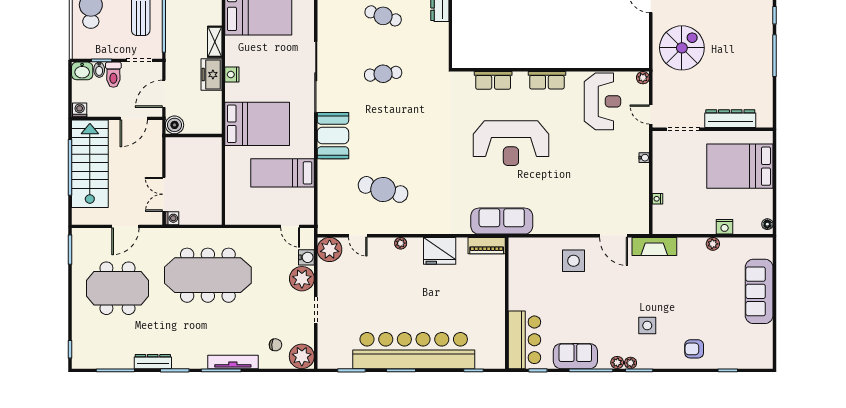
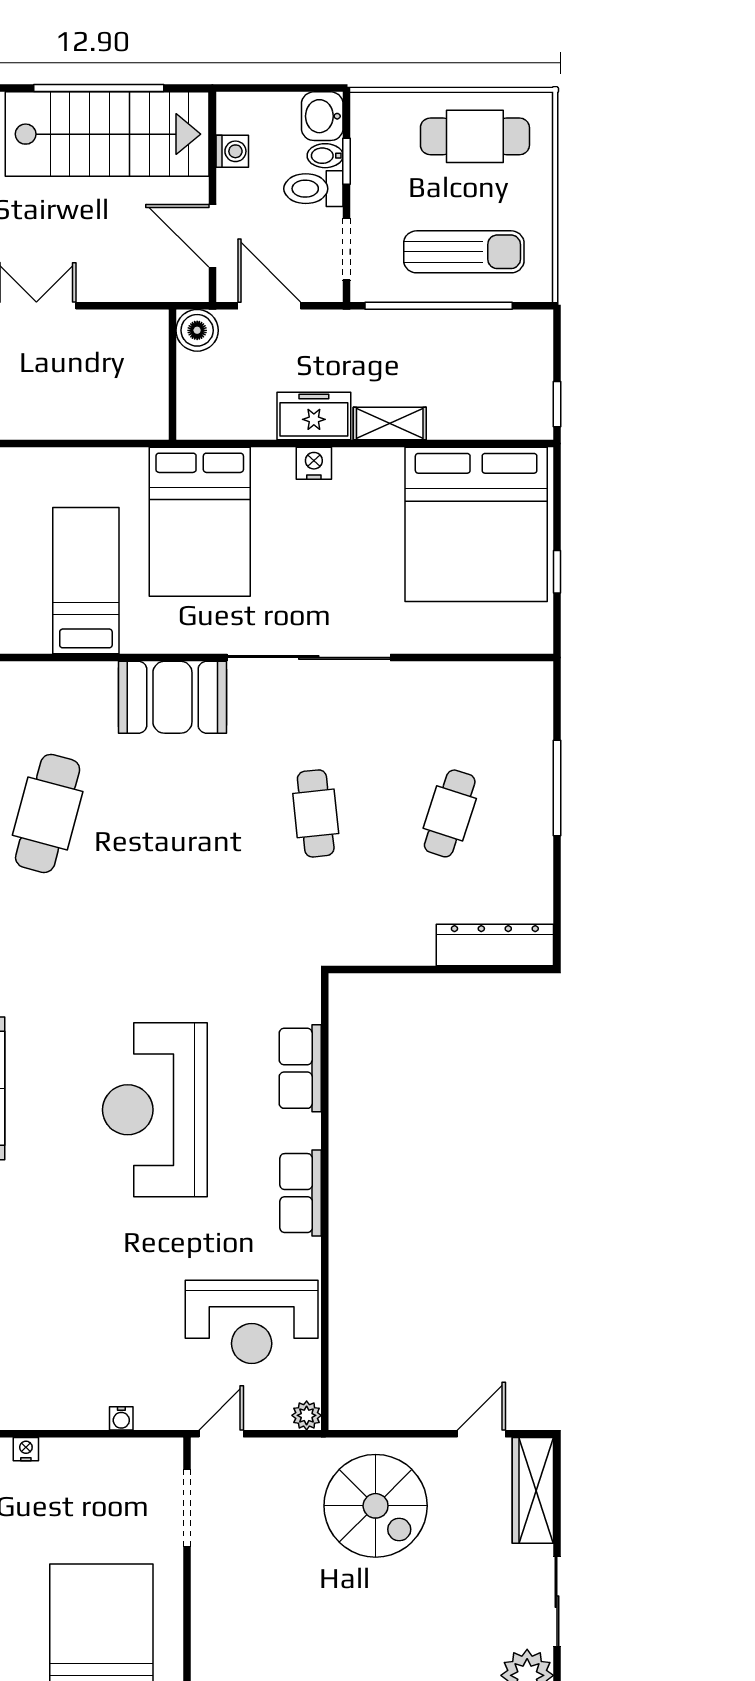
washing machine: (80, 110) -> (232, 151), moved
dresser: (730, 119) -> (212, 1618), removed

